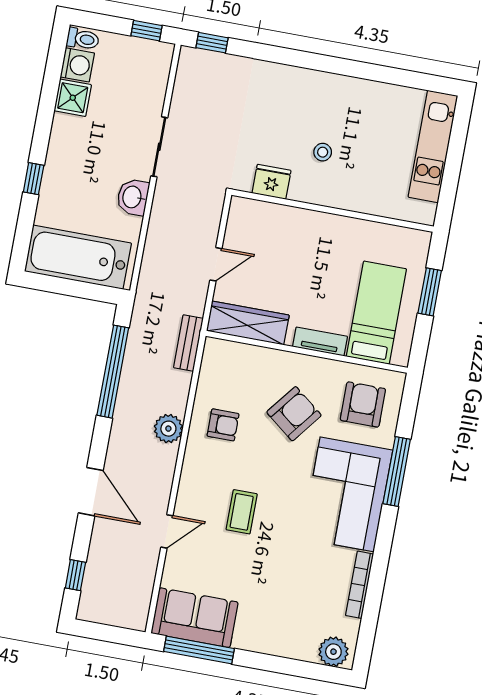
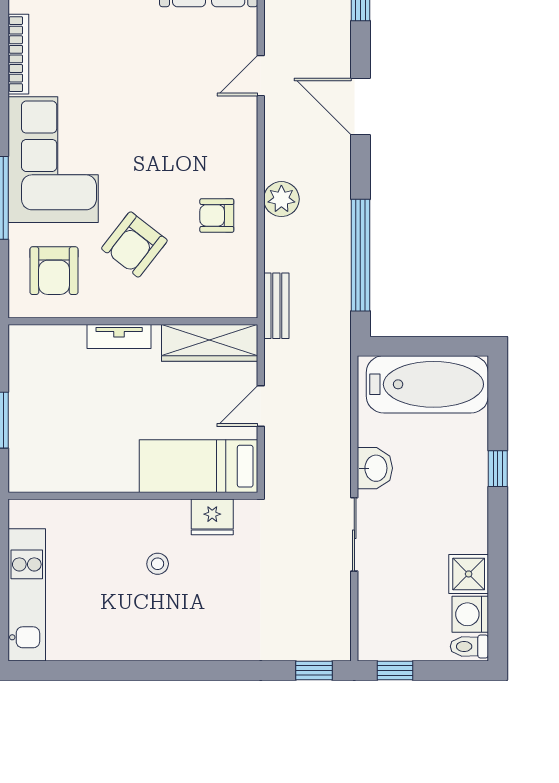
bed: (376, 313) -> (198, 466), moved, turned 90
coffee table: (242, 512) -> (175, 116), removed

